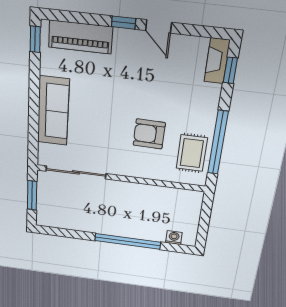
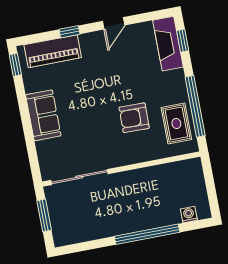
window: (124, 23) -> (69, 32), moved
door: (158, 26) -> (114, 23), hinge flipped
fireplace: (217, 61) -> (168, 44), width x1.37, depth x1.32
sofa: (53, 111) -> (43, 115), width x0.73

